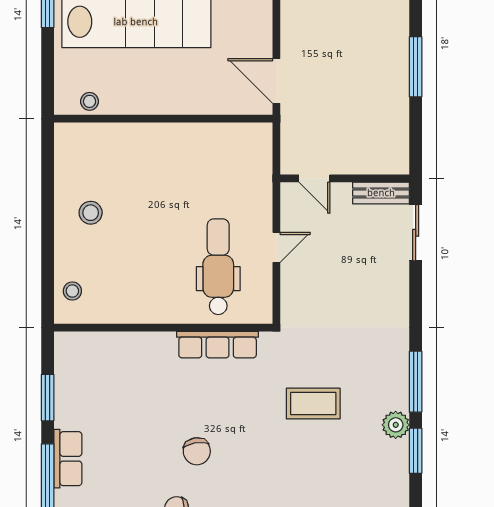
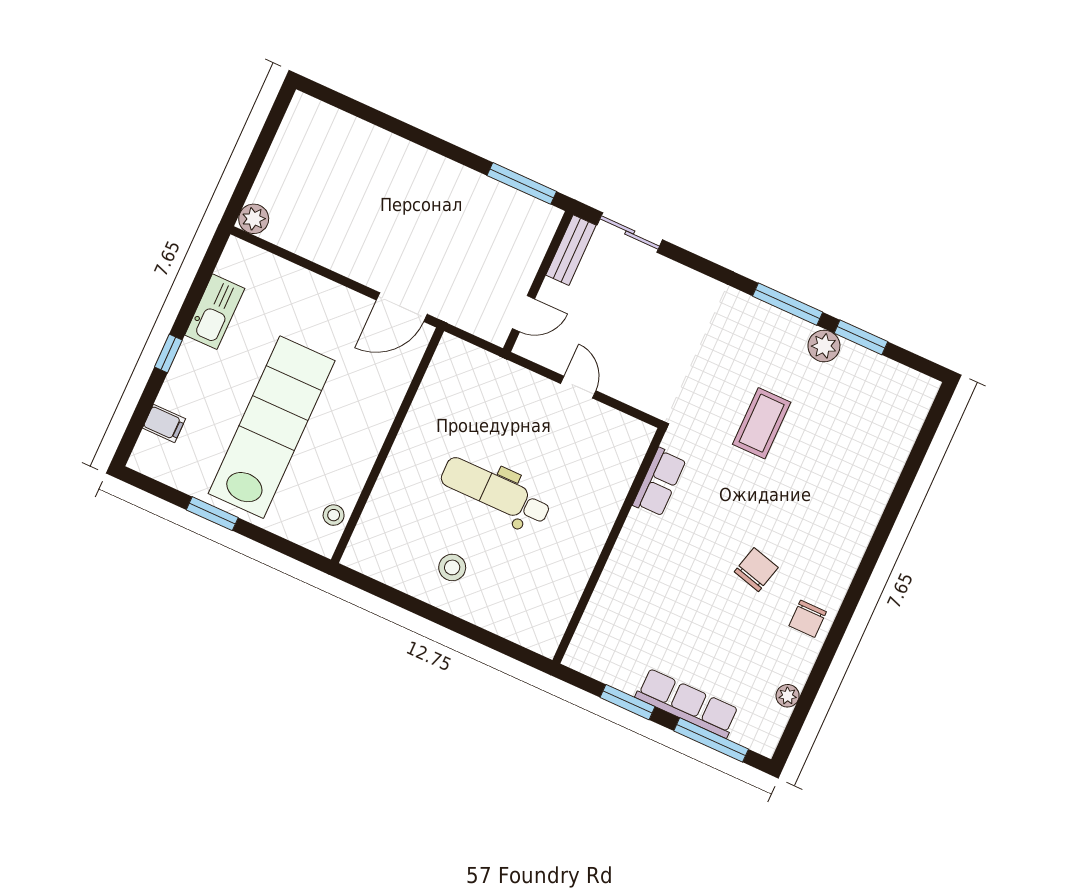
window: (416, 67) -> (522, 183), moved
dental chair: (218, 267) -> (496, 492), moved
stool: (72, 291) -> (526, 624), removed
row of seats: (218, 345) -> (659, 482), width x0.68
chair: (197, 451) -> (756, 570), turned -66
row of seats: (68, 459) -> (687, 703), width x1.48

